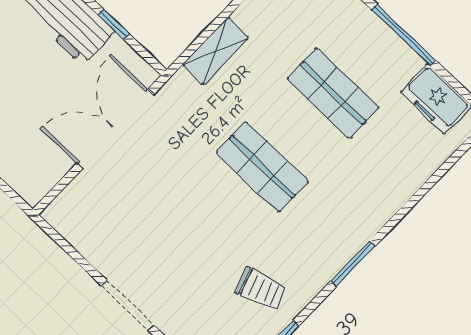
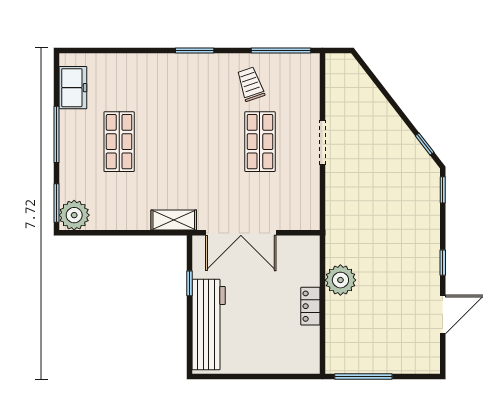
shelving: (216, 51) -> (174, 220), moved
shop shelf: (262, 167) -> (260, 142), moved

